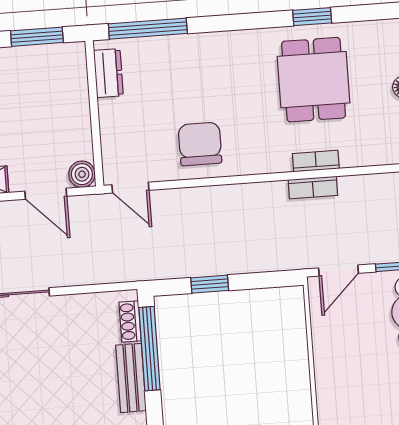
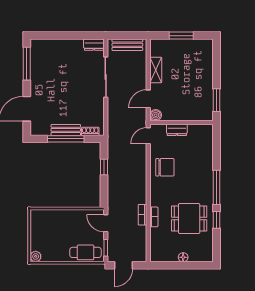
window: (148, 29) -> (217, 187), moved
dresser: (108, 73) -> (177, 130), moved
window: (149, 349) -> (66, 139), moved

